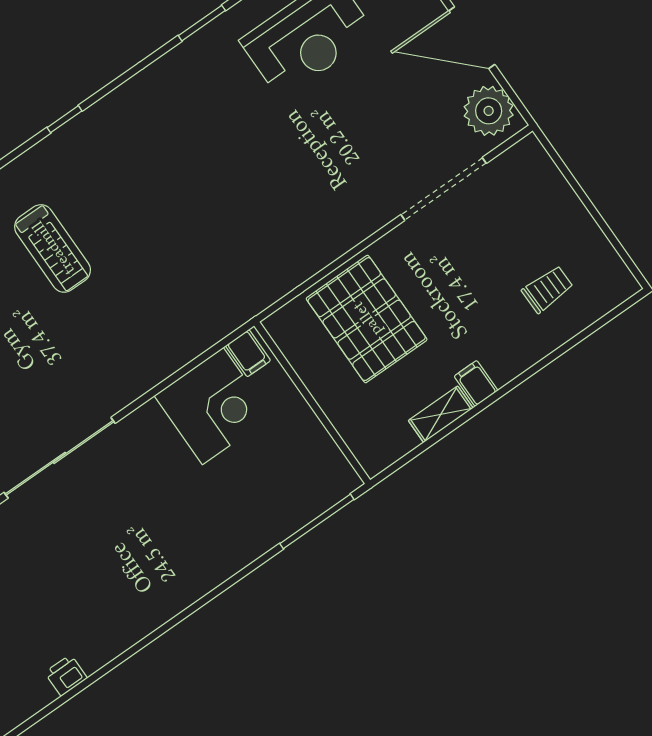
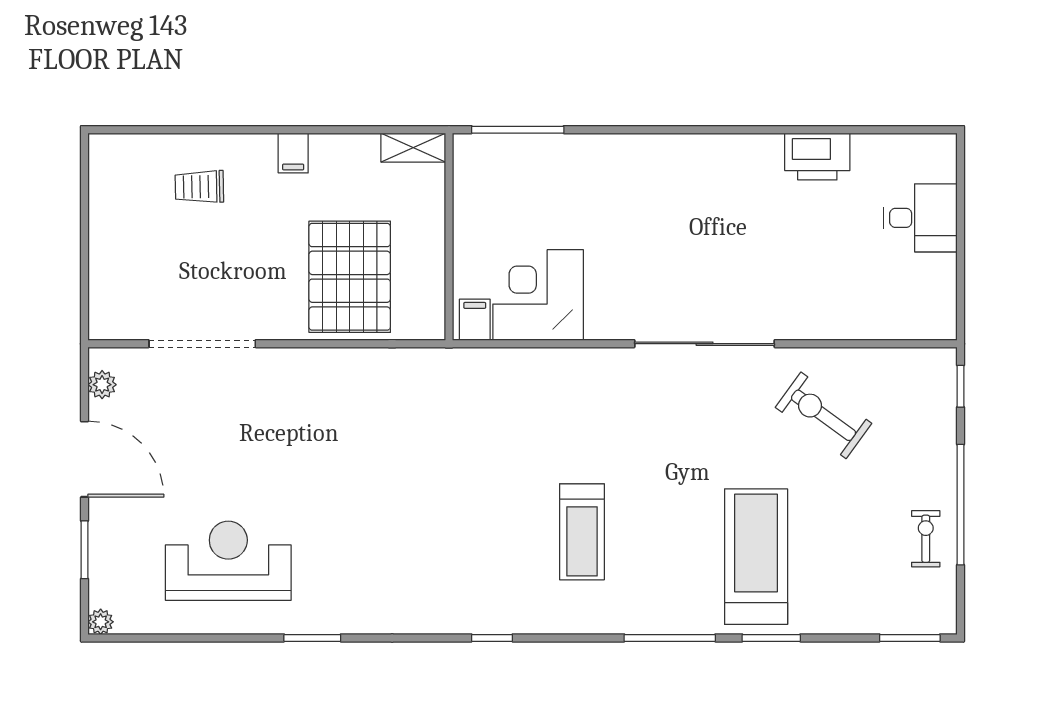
plant: (489, 111) -> (102, 385), width x0.53, depth x0.53
treadmill: (53, 248) -> (582, 532), turned 180
trolley: (547, 289) -> (199, 187), moved
shelving: (441, 414) -> (413, 148), moved
printer: (66, 675) -> (817, 156), width x1.87, depth x1.48

